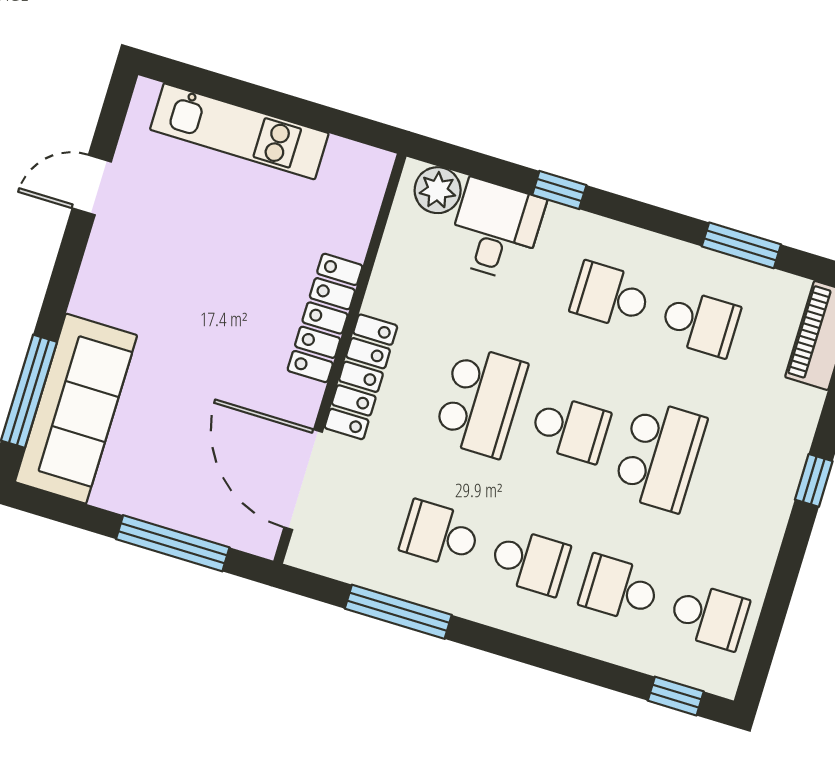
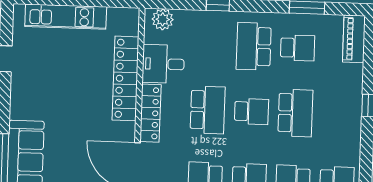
desk: (496, 230) -> (163, 64), moved, turned -90
school desk: (610, 296) -> (254, 46), width x1.85
locker: (325, 318) -> (125, 78), width x1.41, depth x1.21

